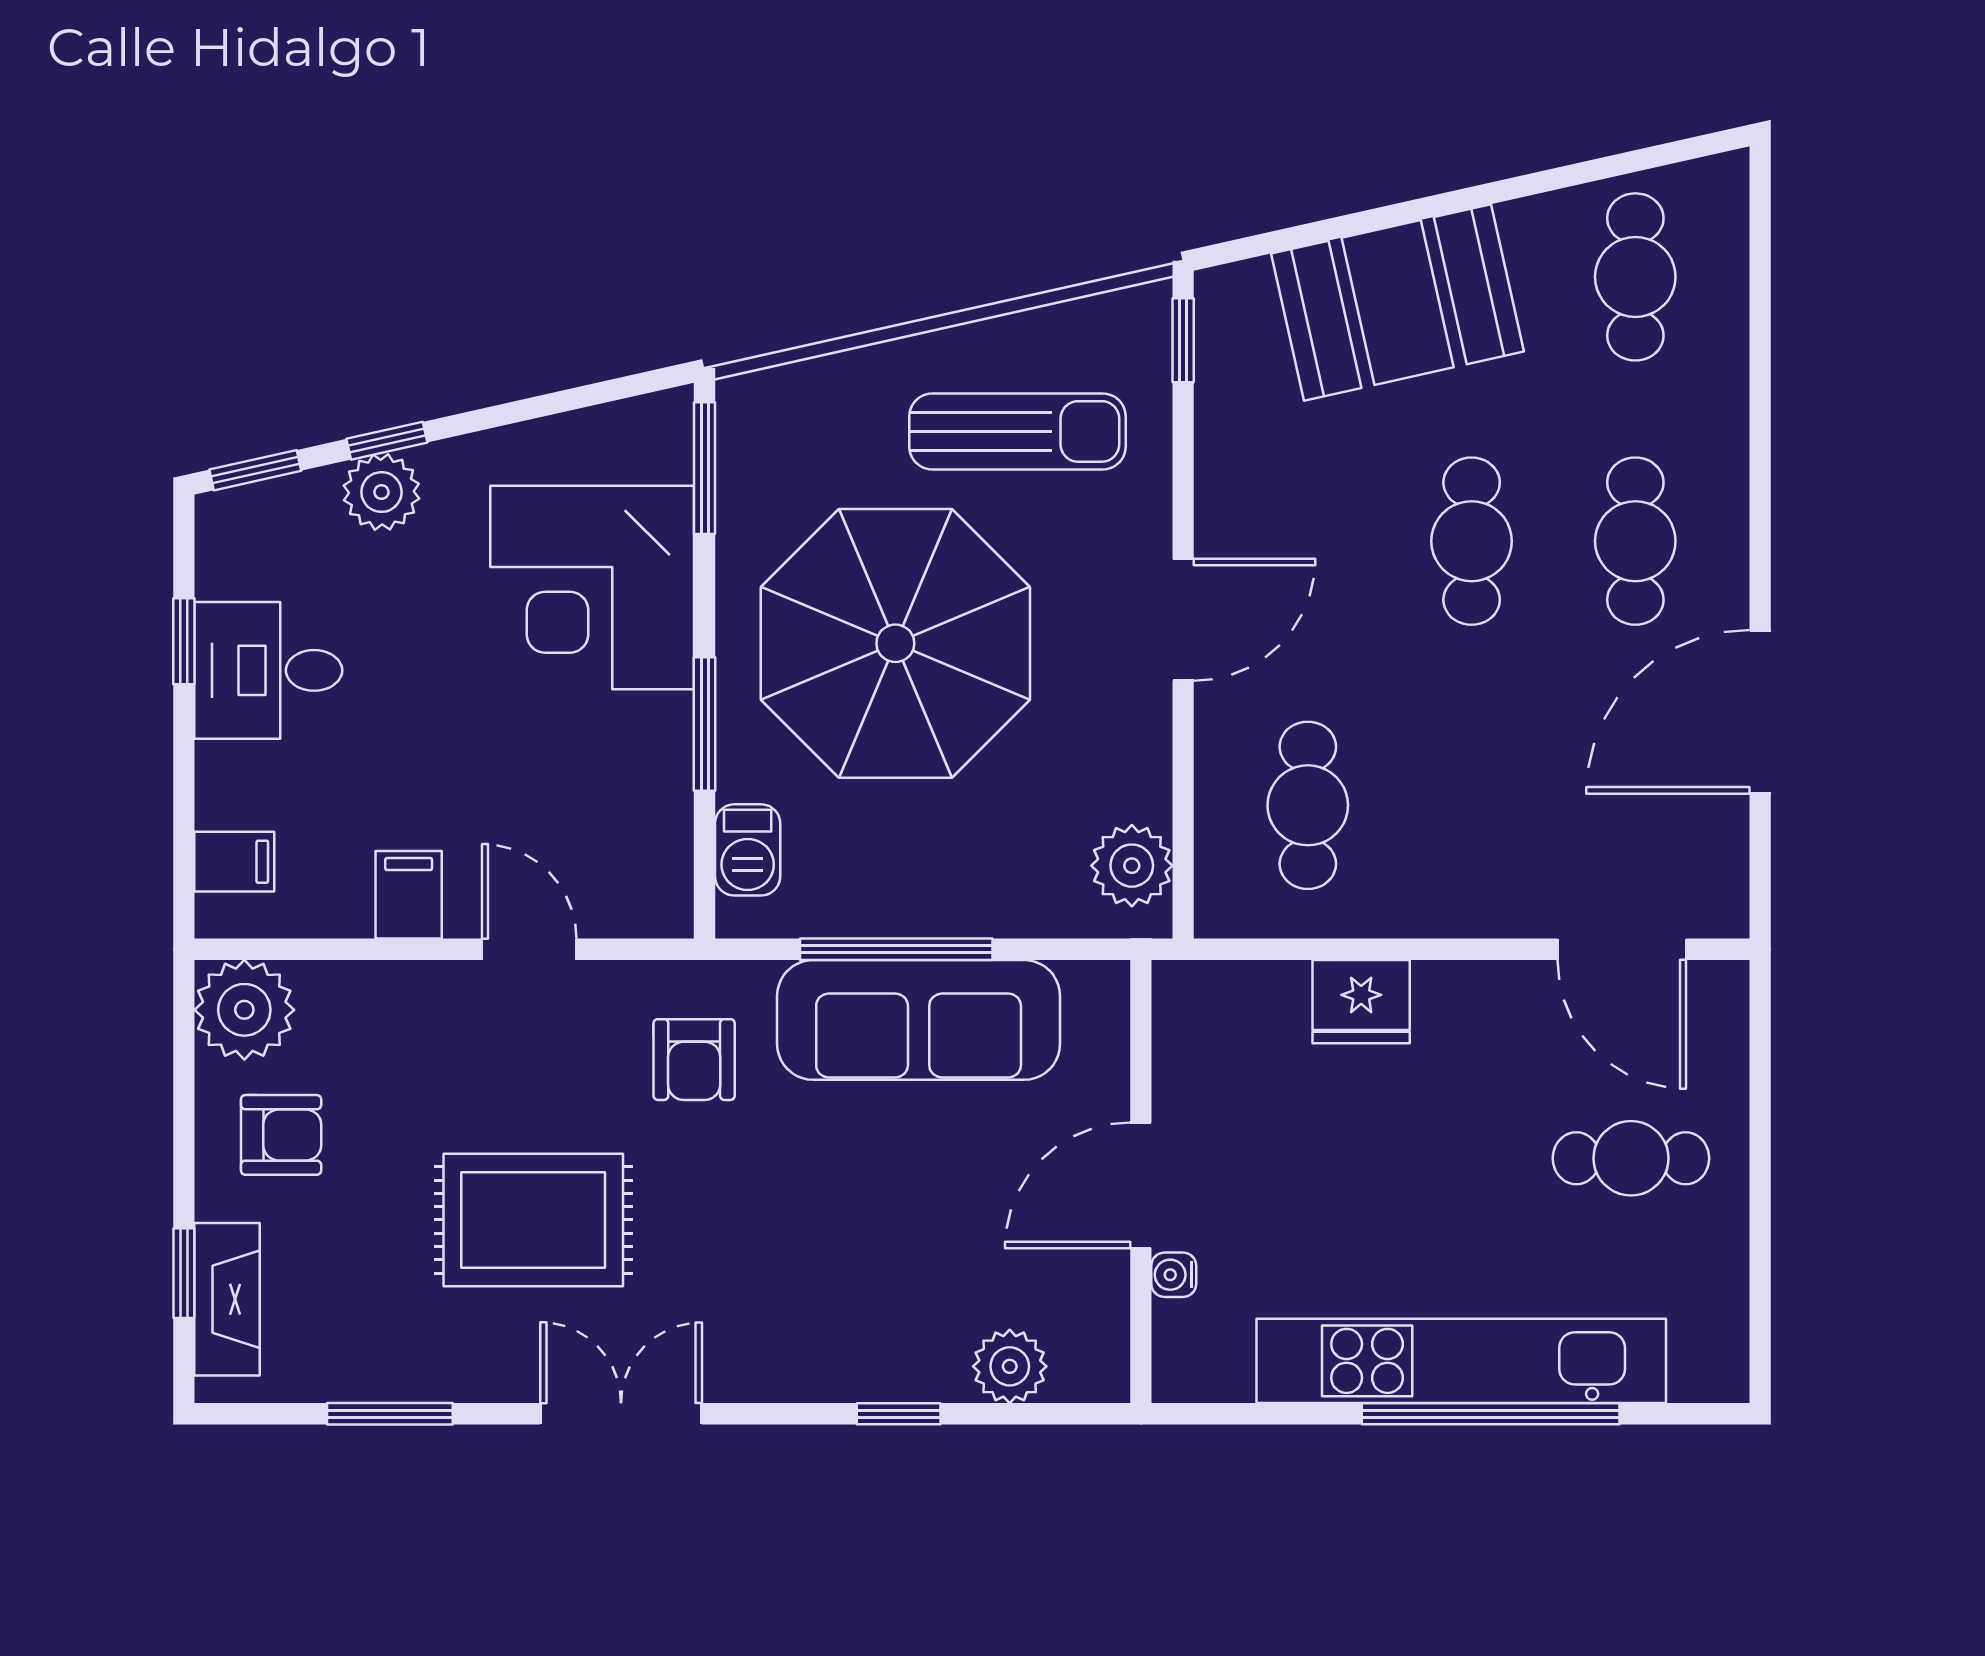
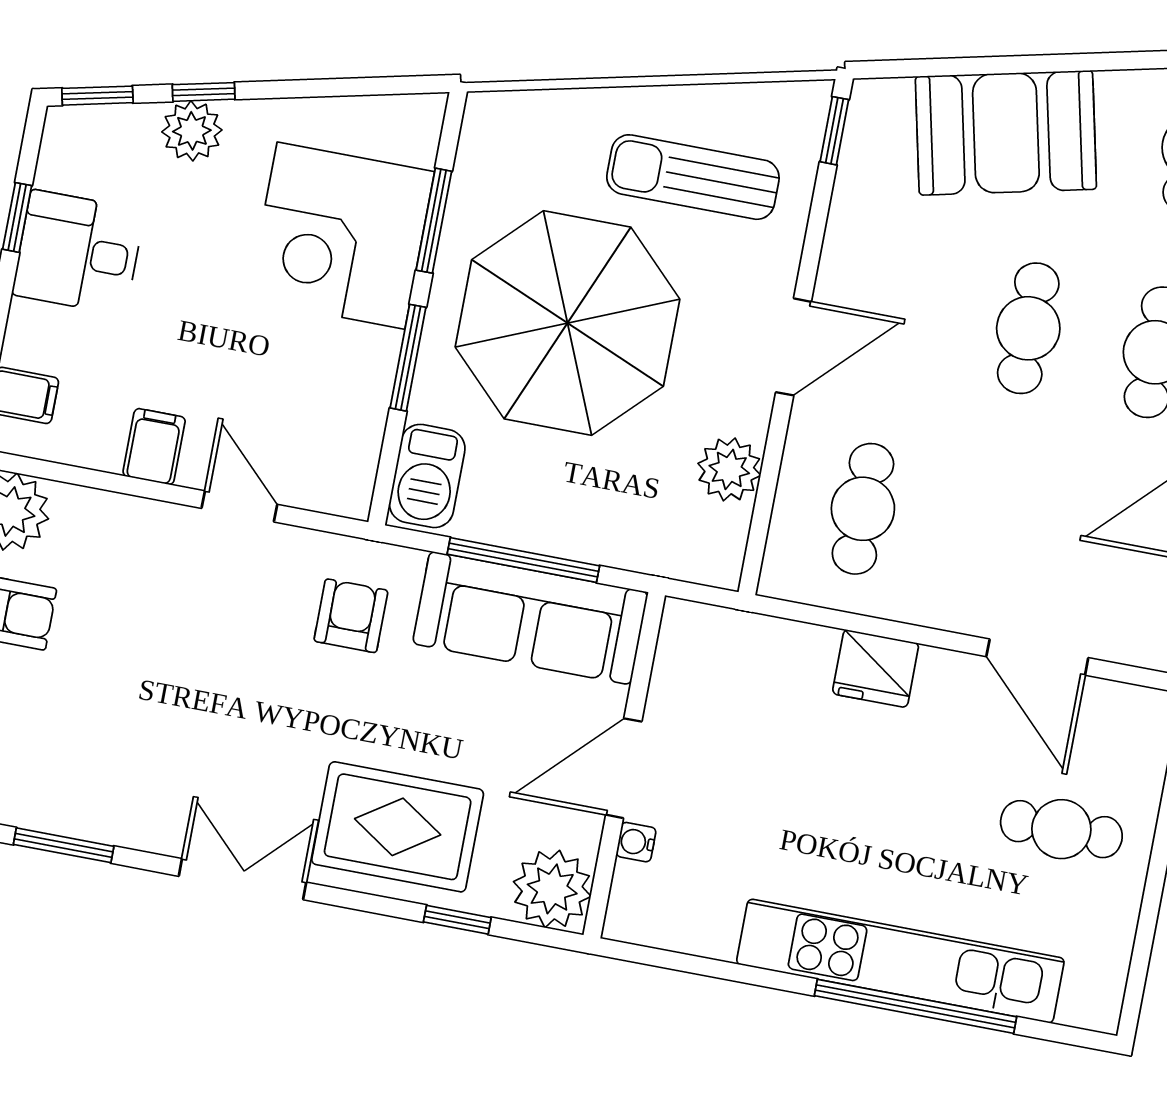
sun lounger: (1017, 431) -> (693, 177), turned 180
window: (705, 468) -> (434, 221), moved
barbecue: (748, 850) -> (427, 476), width x1.38, depth x1.27
plant: (1132, 866) -> (729, 469), moved
door: (1622, 949) -> (1037, 657), moved
armchair: (694, 1060) -> (351, 616), turned 180
wall: (1141, 1182) -> (624, 765), moved
door: (1141, 1185) -> (624, 768), moved
rug: (533, 1220) -> (398, 827), moved
water cooler: (1174, 1275) -> (636, 842), moved
plant: (1010, 1366) -> (552, 889), width x1.36, depth x1.36

